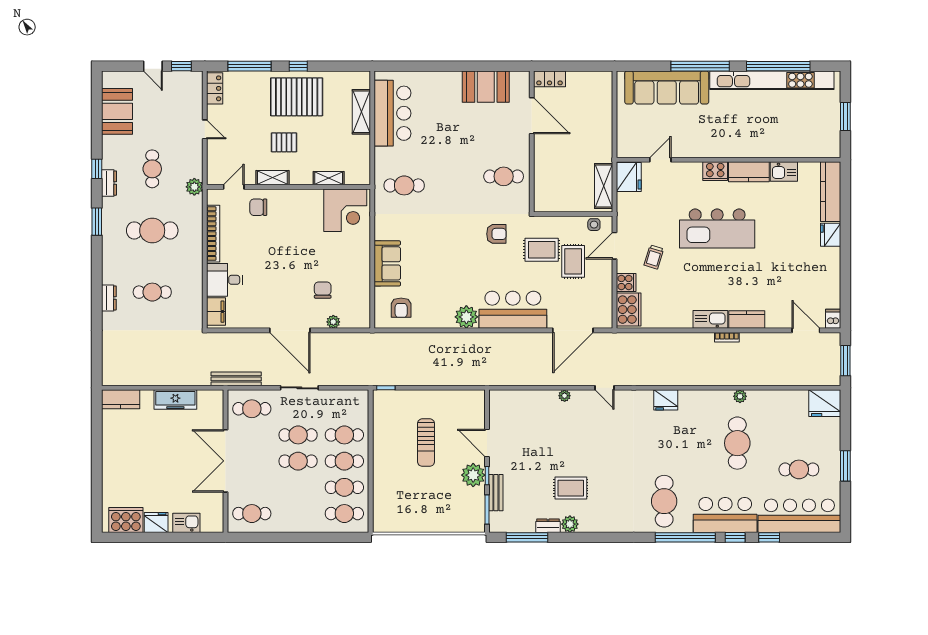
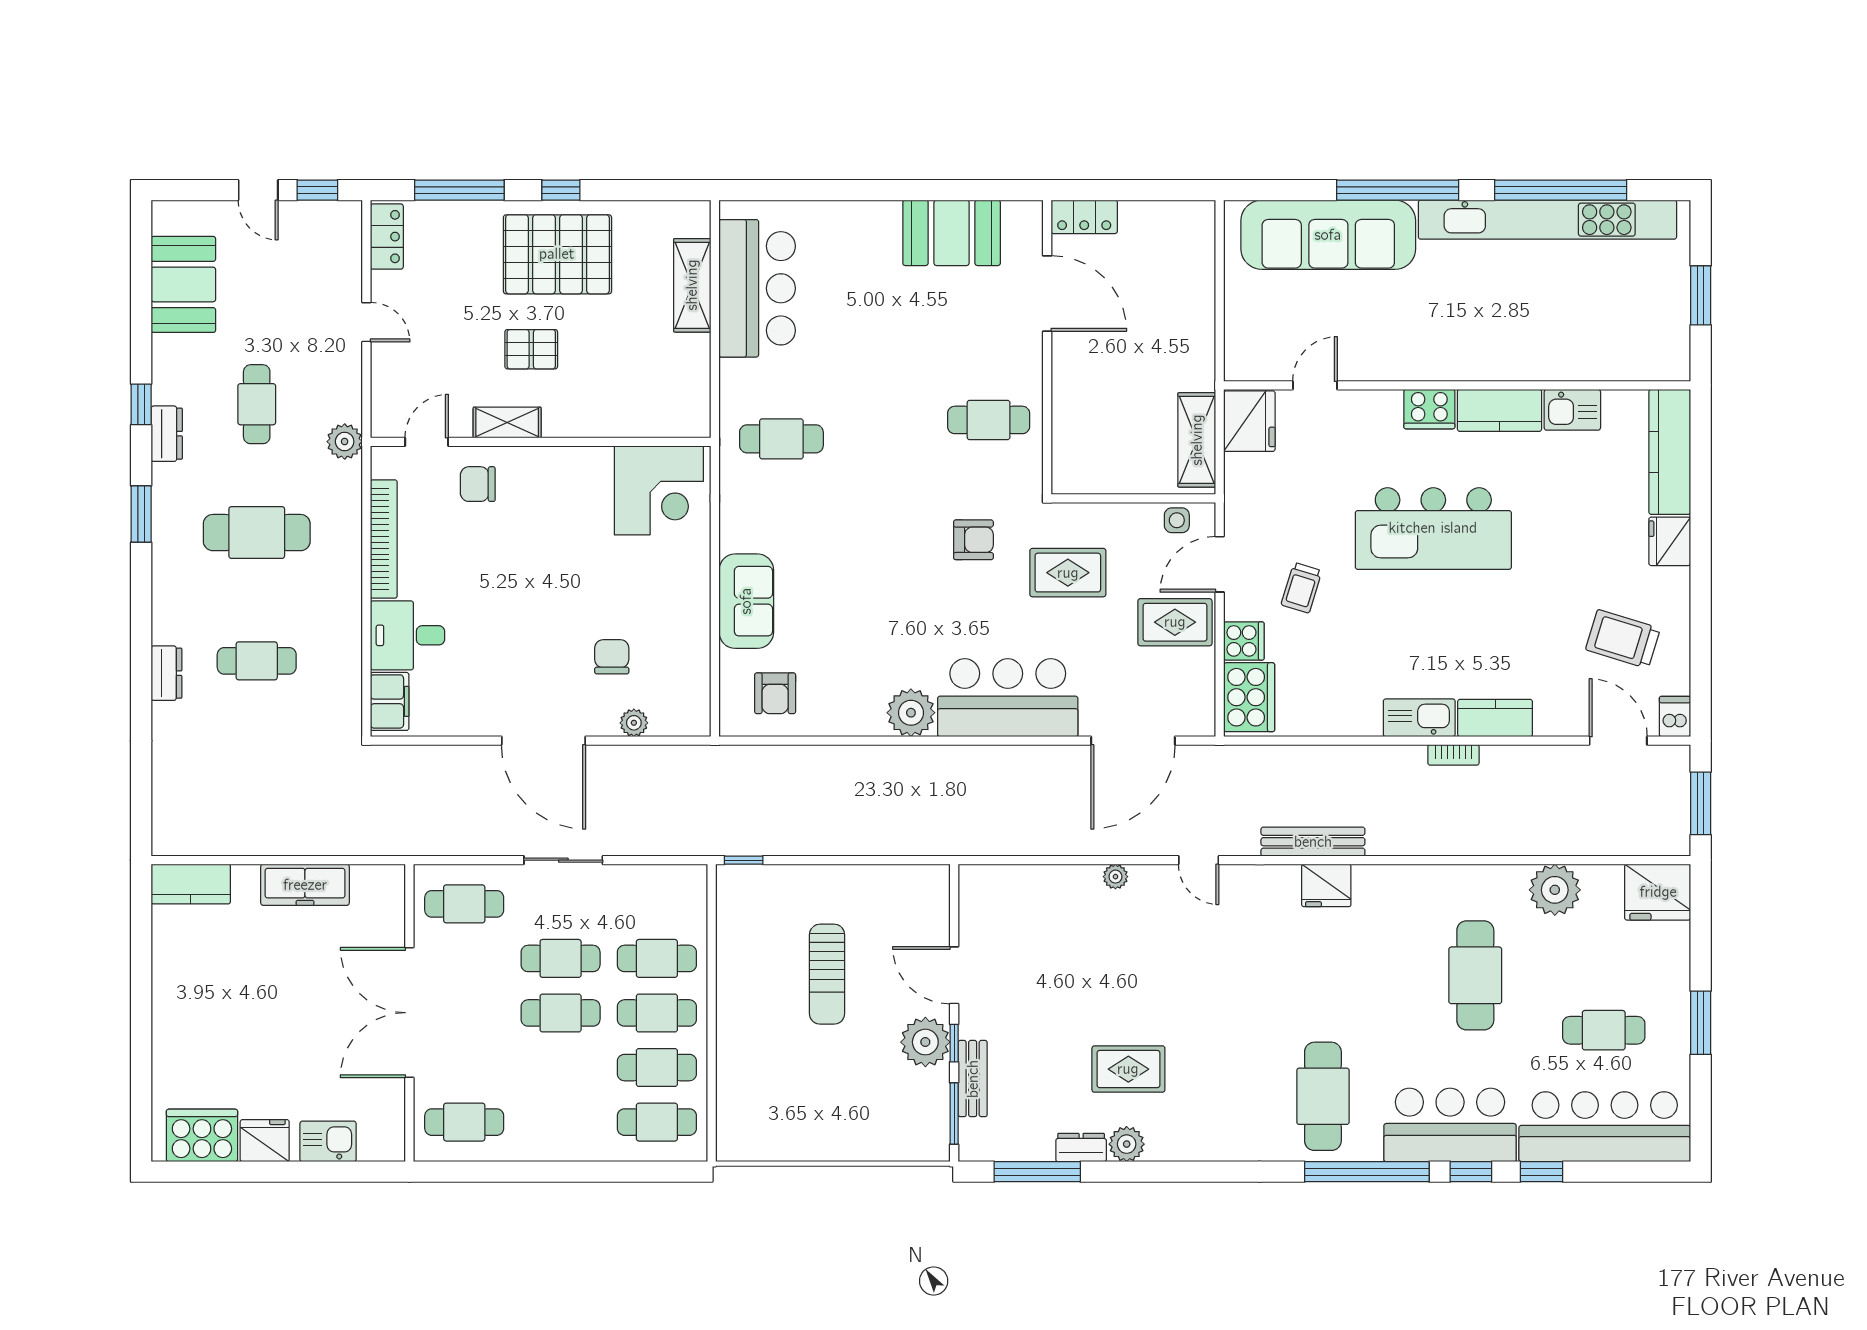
shelving: (329, 178) -> (624, 424), removed
rug: (573, 261) -> (1175, 622), moved, turned 90
trolley: (808, 282) -> (1623, 639), added
bench: (236, 379) -> (1313, 842), moved
plant: (740, 396) -> (1555, 890), moved, width x1.88, depth x1.88

